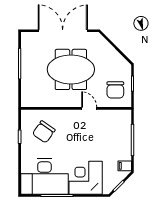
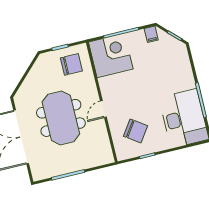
door: (89, 108) -> (103, 109), moved
corner desk: (86, 178) -> (111, 56), moved, turned 180

